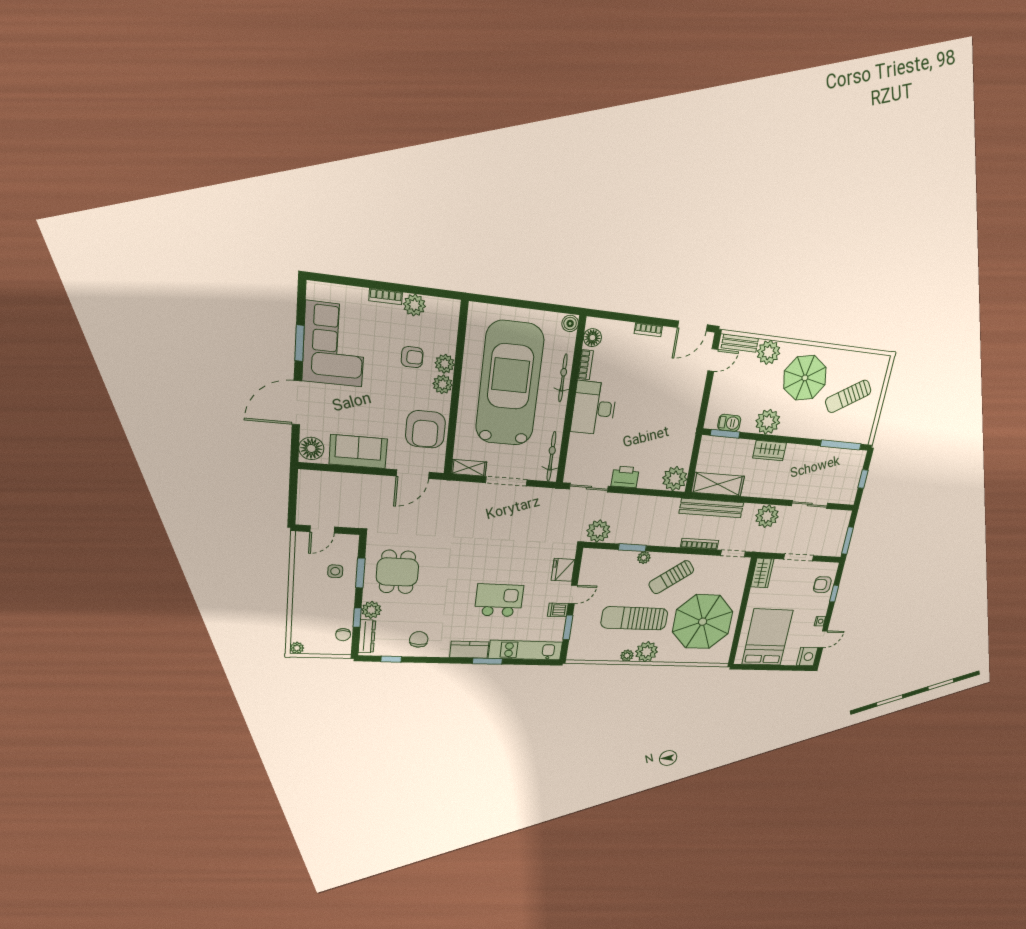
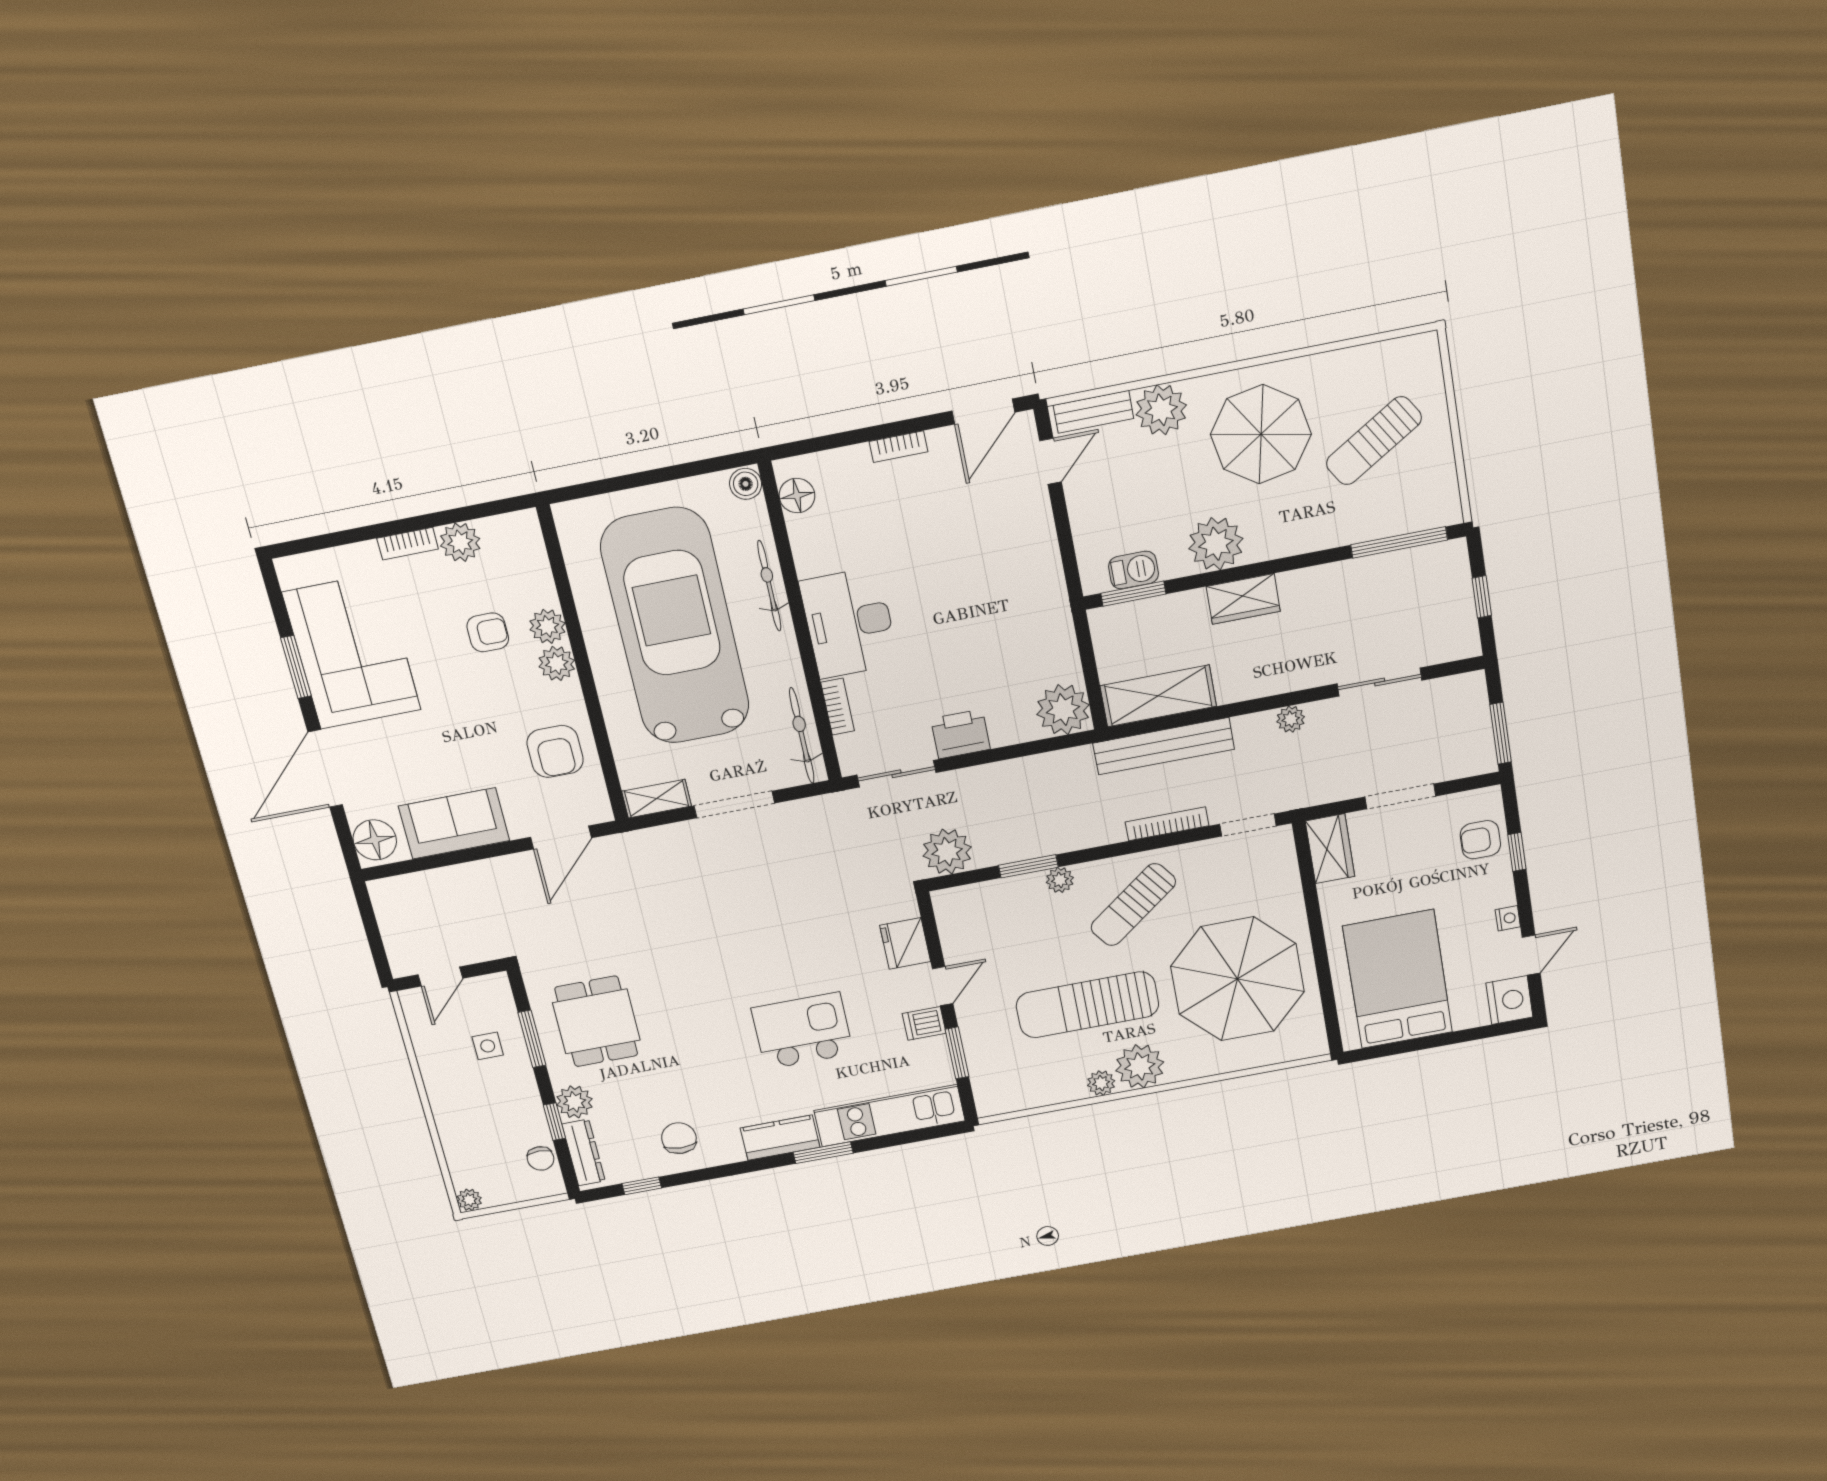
bookcase: (585, 365) -> (838, 707), moved
armchair: (425, 429) -> (555, 751), width x0.73, depth x0.73
plant: (767, 516) -> (1291, 719), width x0.53, depth x0.53

